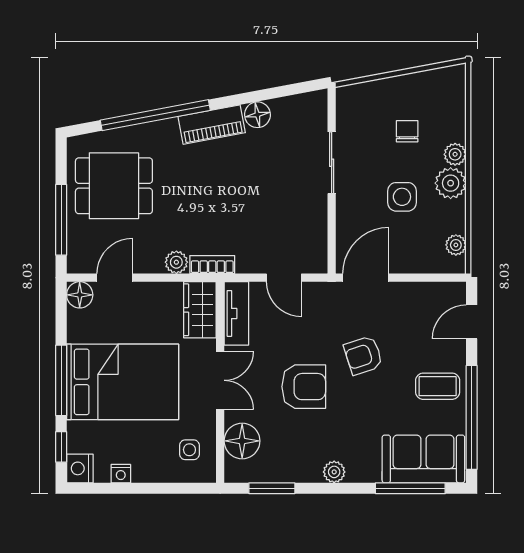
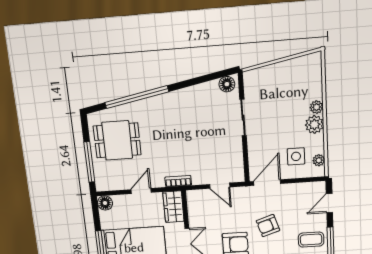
floor lamp: (257, 115) -> (227, 84), moved
piano: (212, 125) -> (170, 100), removed
chair: (407, 131) -> (287, 95), removed
side table: (402, 197) -> (296, 156), moved
plant: (176, 262) -> (158, 181), removed
door: (115, 278) -> (141, 191), moved
tv unit: (236, 313) -> (194, 207), removed

